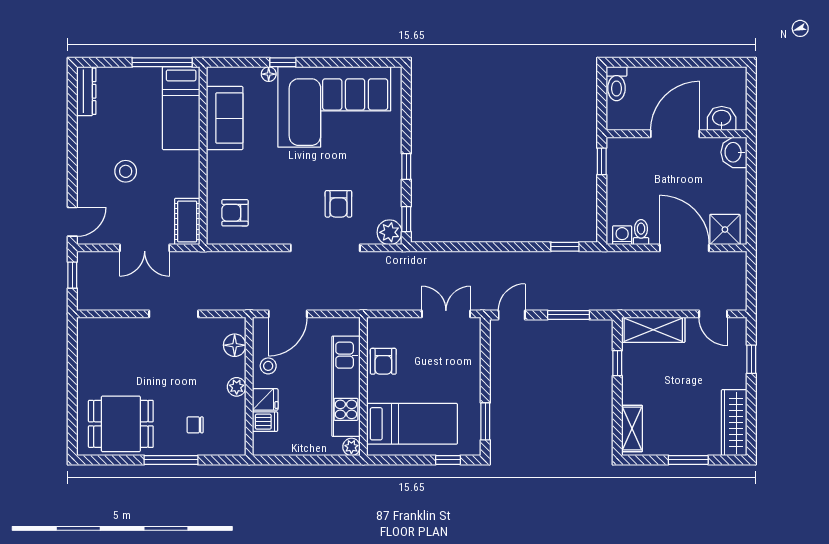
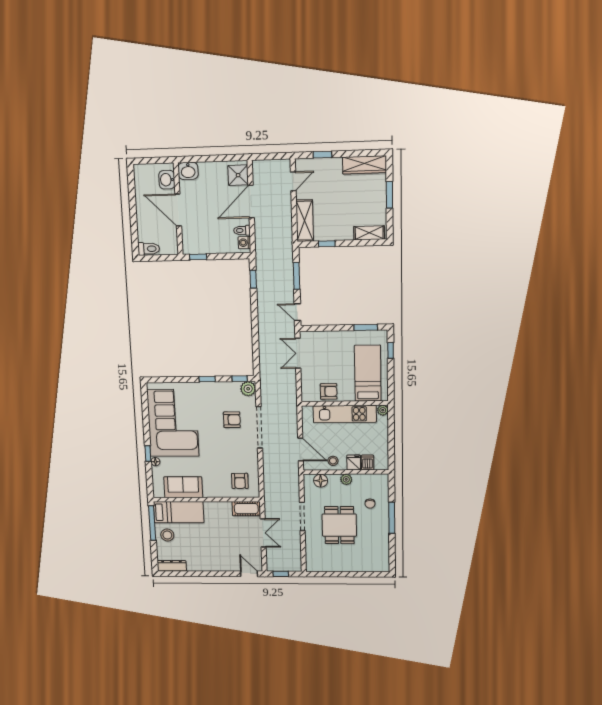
stool: (126, 171) -> (167, 535), moved
dining table: (121, 424) -> (339, 525), moved

